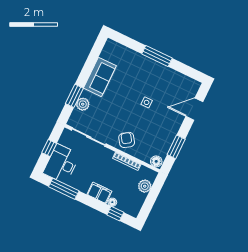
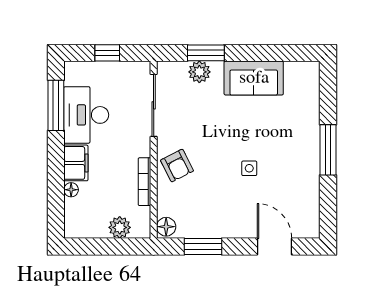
armchair: (127, 140) -> (177, 166), turned 97
desk: (61, 164) -> (86, 115), moved, turned -90
window: (115, 214) -> (56, 203), removed

